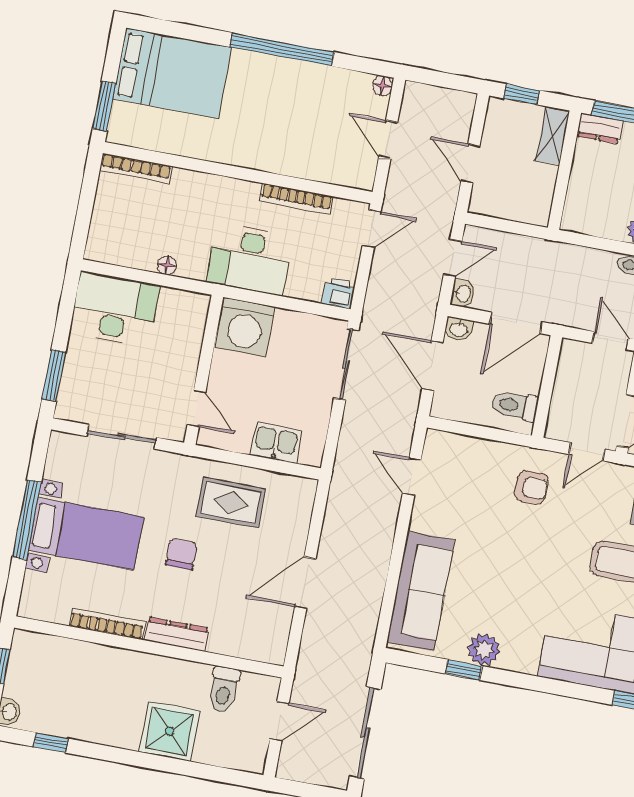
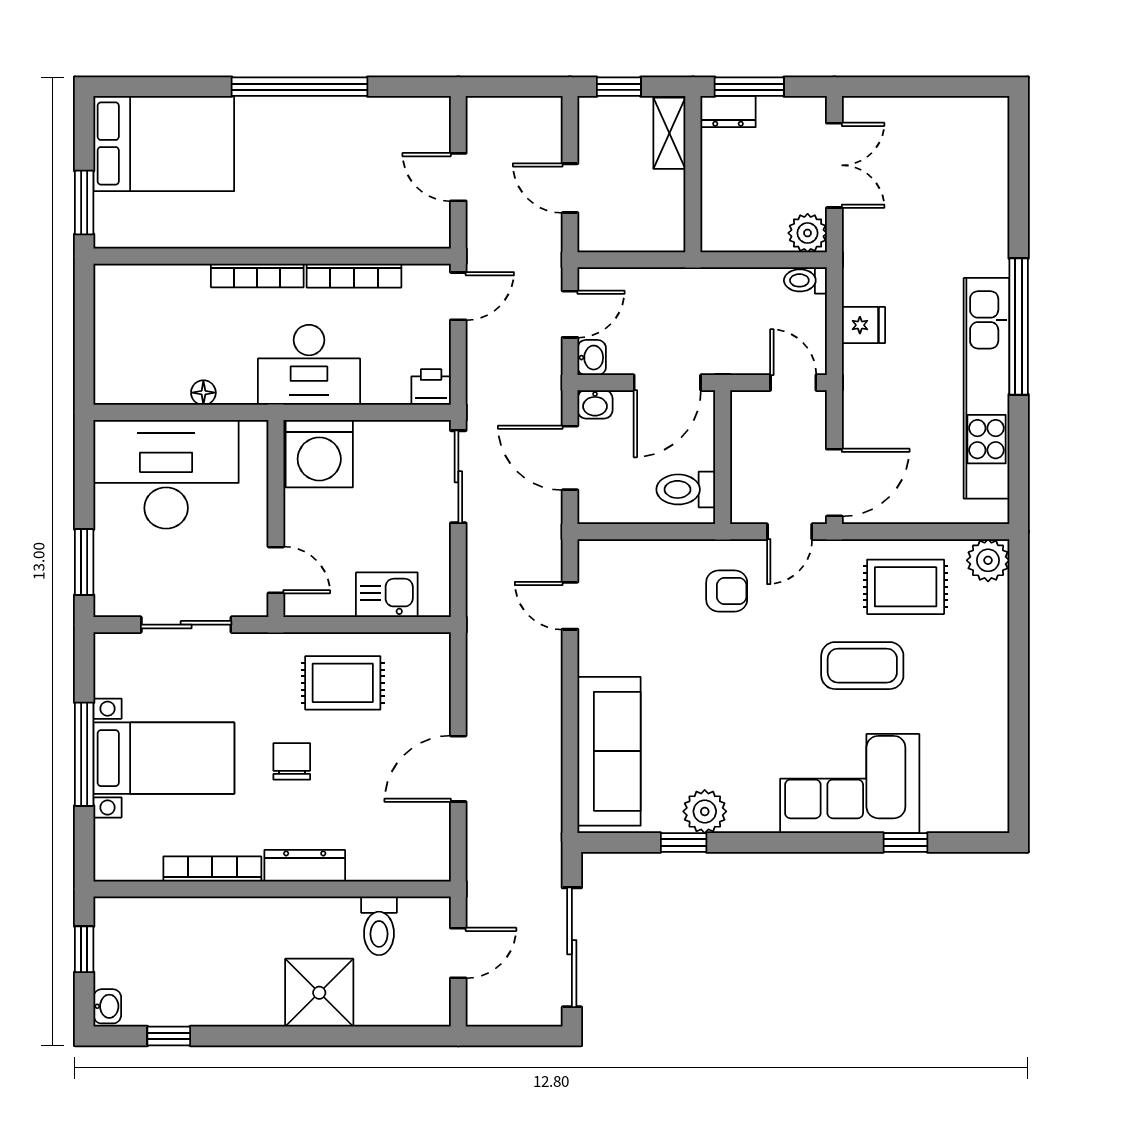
floor lamp: (383, 86) -> (438, 109), removed
bookcase: (136, 169) -> (257, 275), moved
desk: (115, 309) -> (166, 474), width x1.36, depth x1.30

